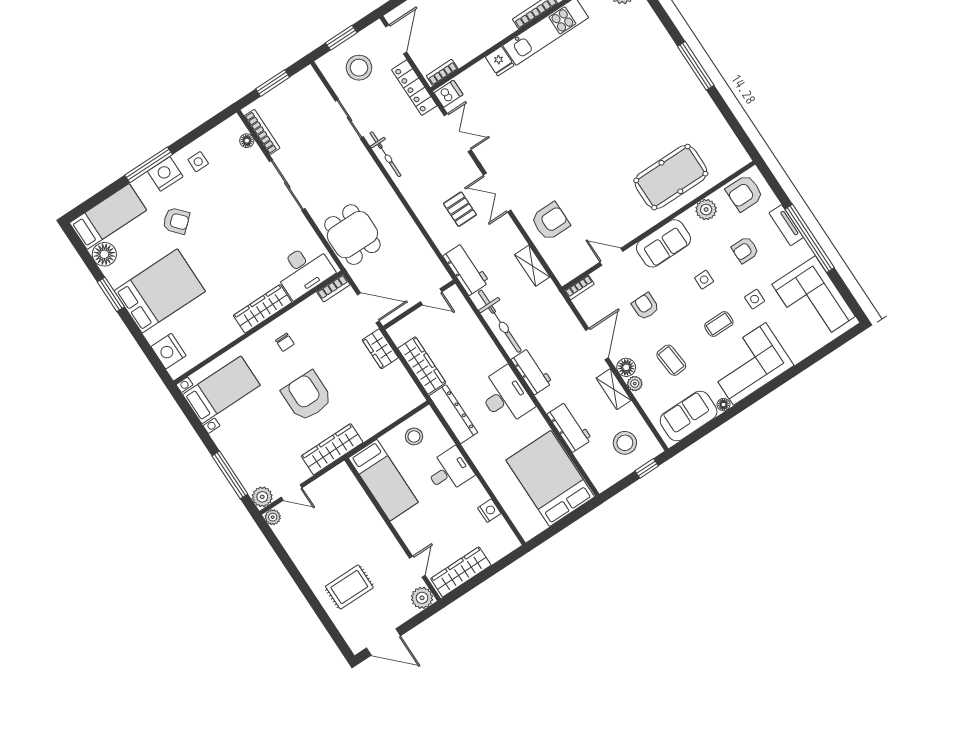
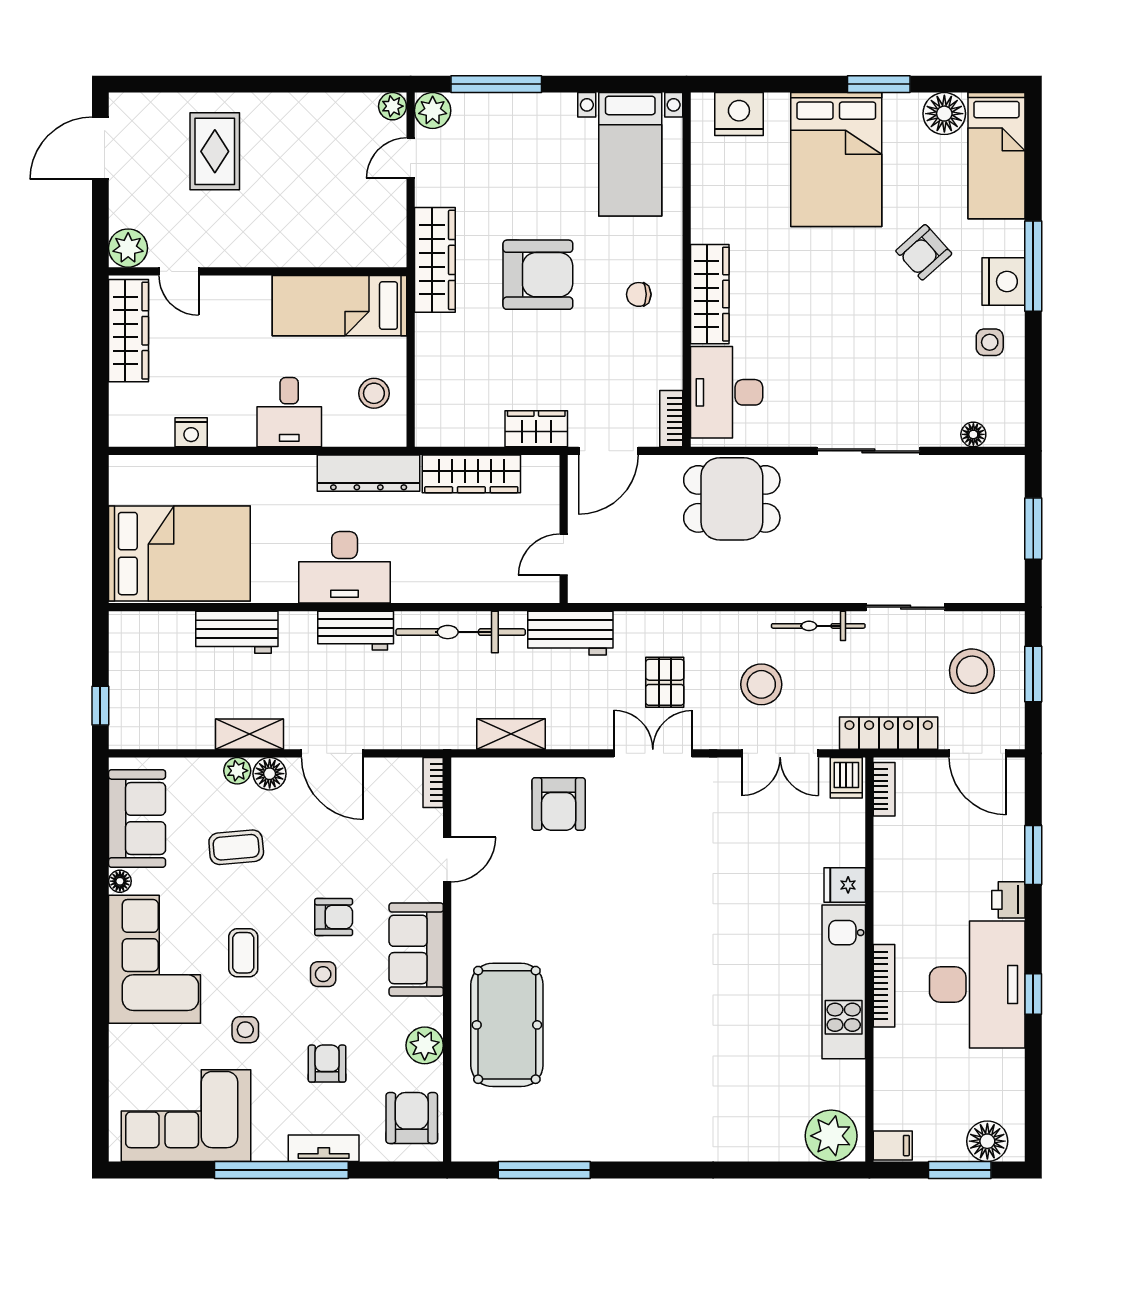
window: (696, 66) -> (544, 1170), moved
bookcase: (262, 132) -> (971, 465), removed
pallet: (460, 209) -> (665, 682), turned 90
armchair: (645, 306) -> (334, 917), moved
stool: (625, 443) -> (761, 684), moved

